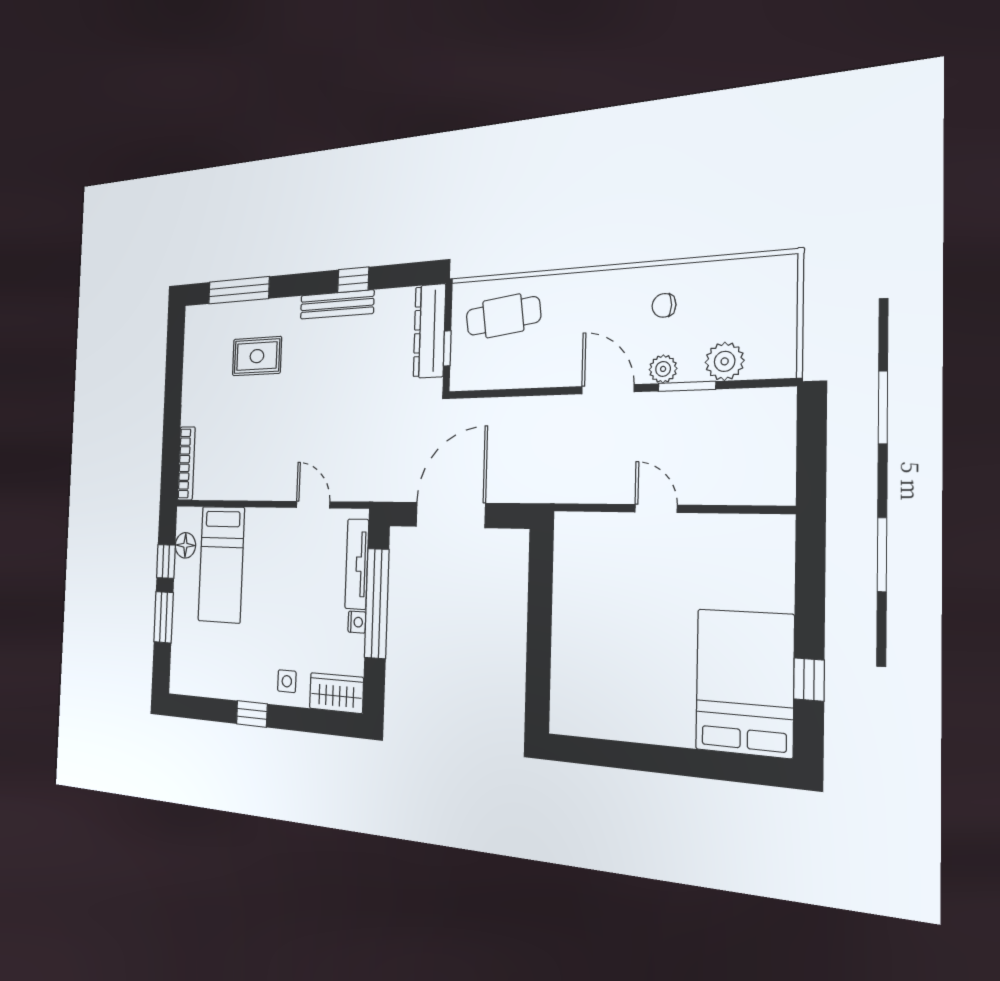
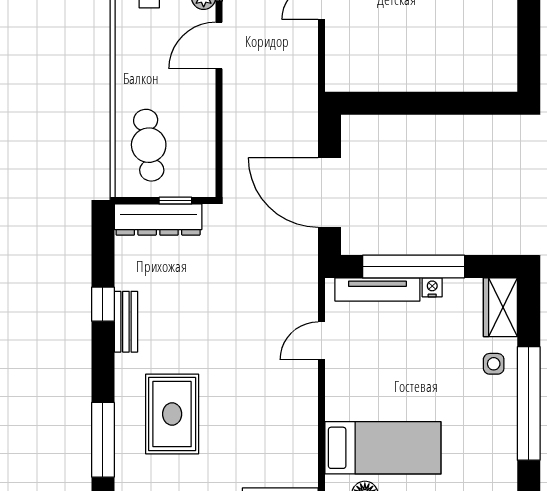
bench: (337, 305) -> (126, 322), width x0.73
rug: (257, 356) -> (172, 414), width x1.36, depth x1.43
window: (252, 714) -> (529, 403), width x3.17

